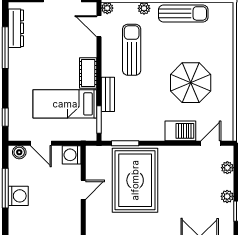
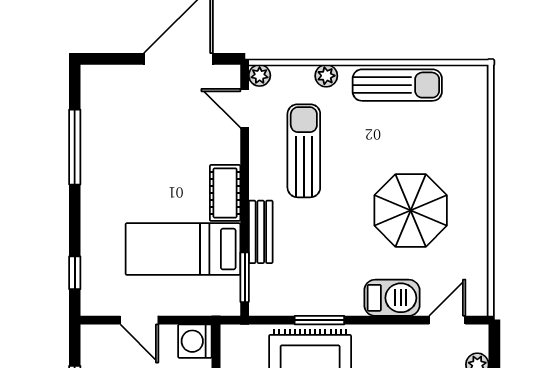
dresser: (16, 28) -> (94, 112), removed
window: (125, 143) -> (319, 320), moved
boiler: (19, 152) -> (100, 336), removed

